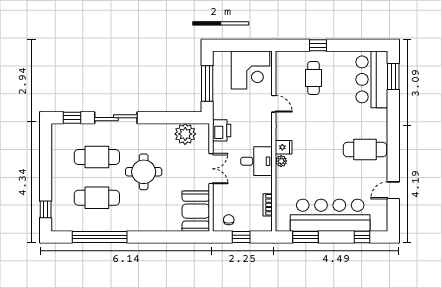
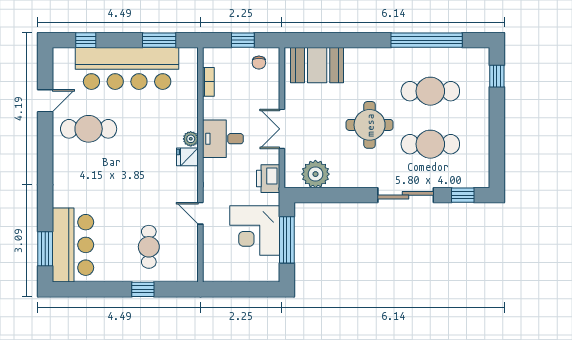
corner desk: (251, 70) -> (255, 230), moved, turned -90
cafe table: (365, 150) -> (89, 129), moved
booth: (196, 211) -> (317, 65), moved, turned 90

